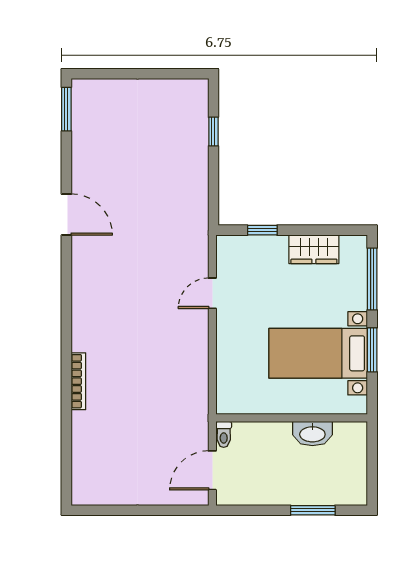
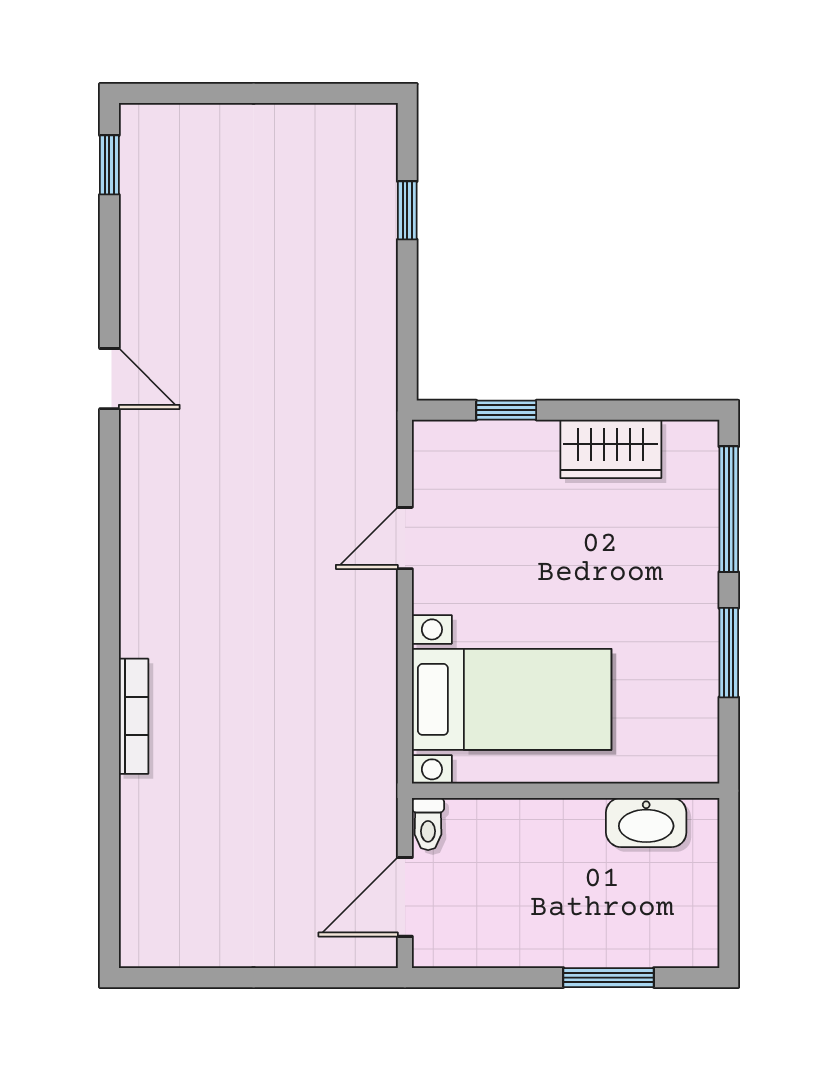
window: (66, 109) -> (109, 165), width x0.67
door: (66, 215) -> (109, 379), width x0.73
bed with nightstands: (318, 353) -> (512, 699), moved, turned 180
washbasin: (312, 434) -> (646, 822), moved

